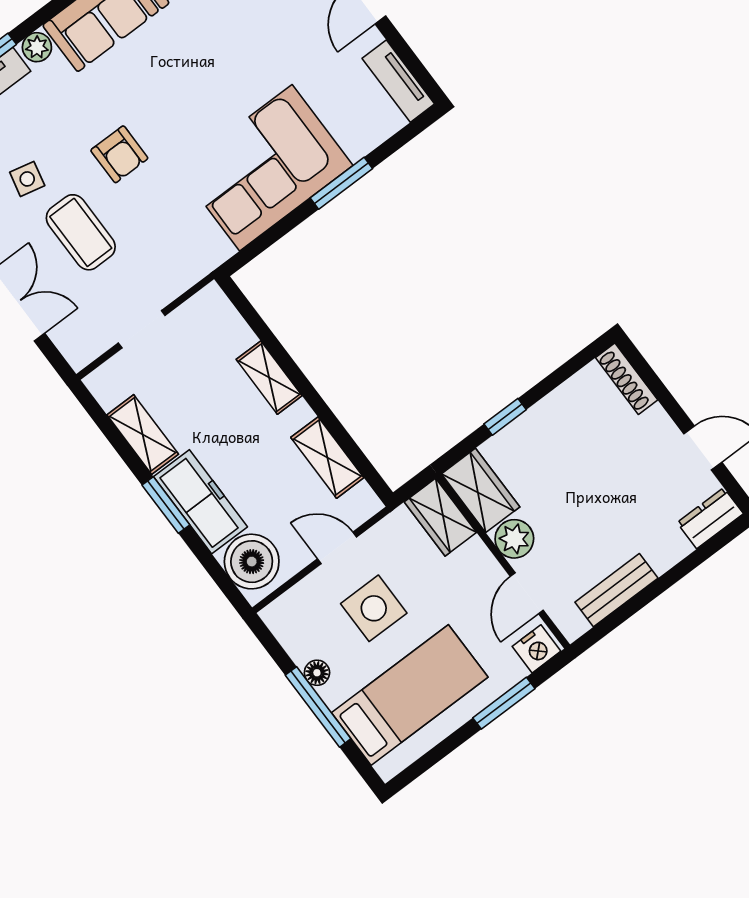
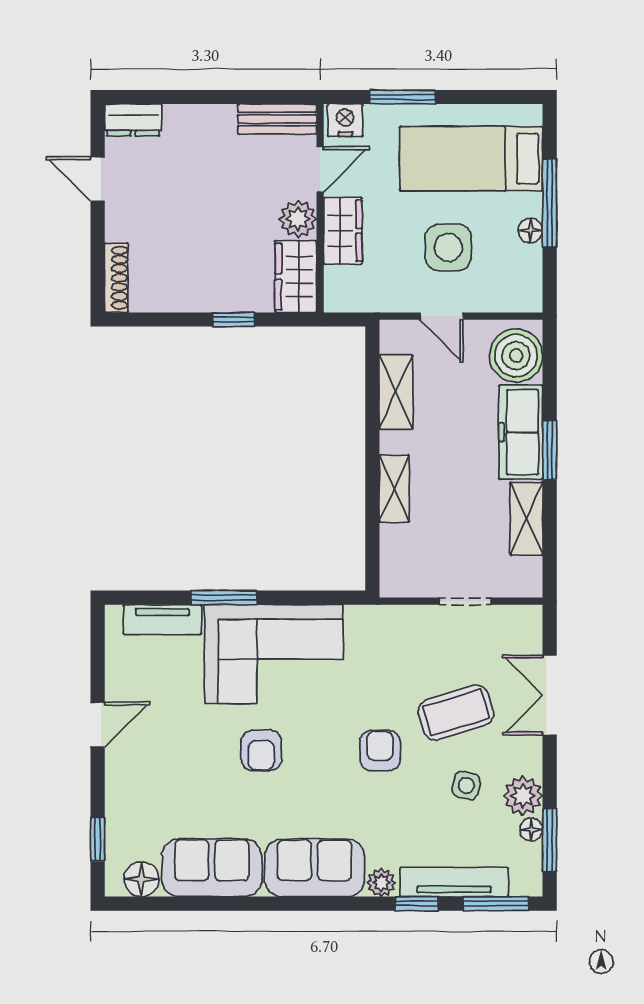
armchair: (217, 81) -> (261, 750), added
tv unit: (398, 81) -> (162, 620), moved, turned 90
coffee table: (81, 232) -> (456, 713), turned 73
wardrobe: (440, 517) -> (343, 231), moved
bench: (616, 590) -> (277, 119), moved

